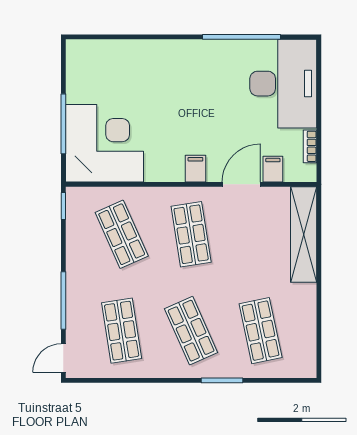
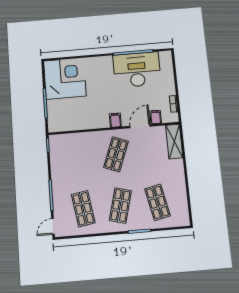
desk: (283, 84) -> (137, 70), moved, turned -90
corner desk: (104, 143) -> (65, 78), moved
shop shelf: (122, 234) -> (79, 157), removed
shop shelf: (191, 234) -> (116, 154), turned 30
shelving: (304, 234) -> (174, 141), width x0.68
shop shelf: (191, 331) -> (120, 205), turned 39

